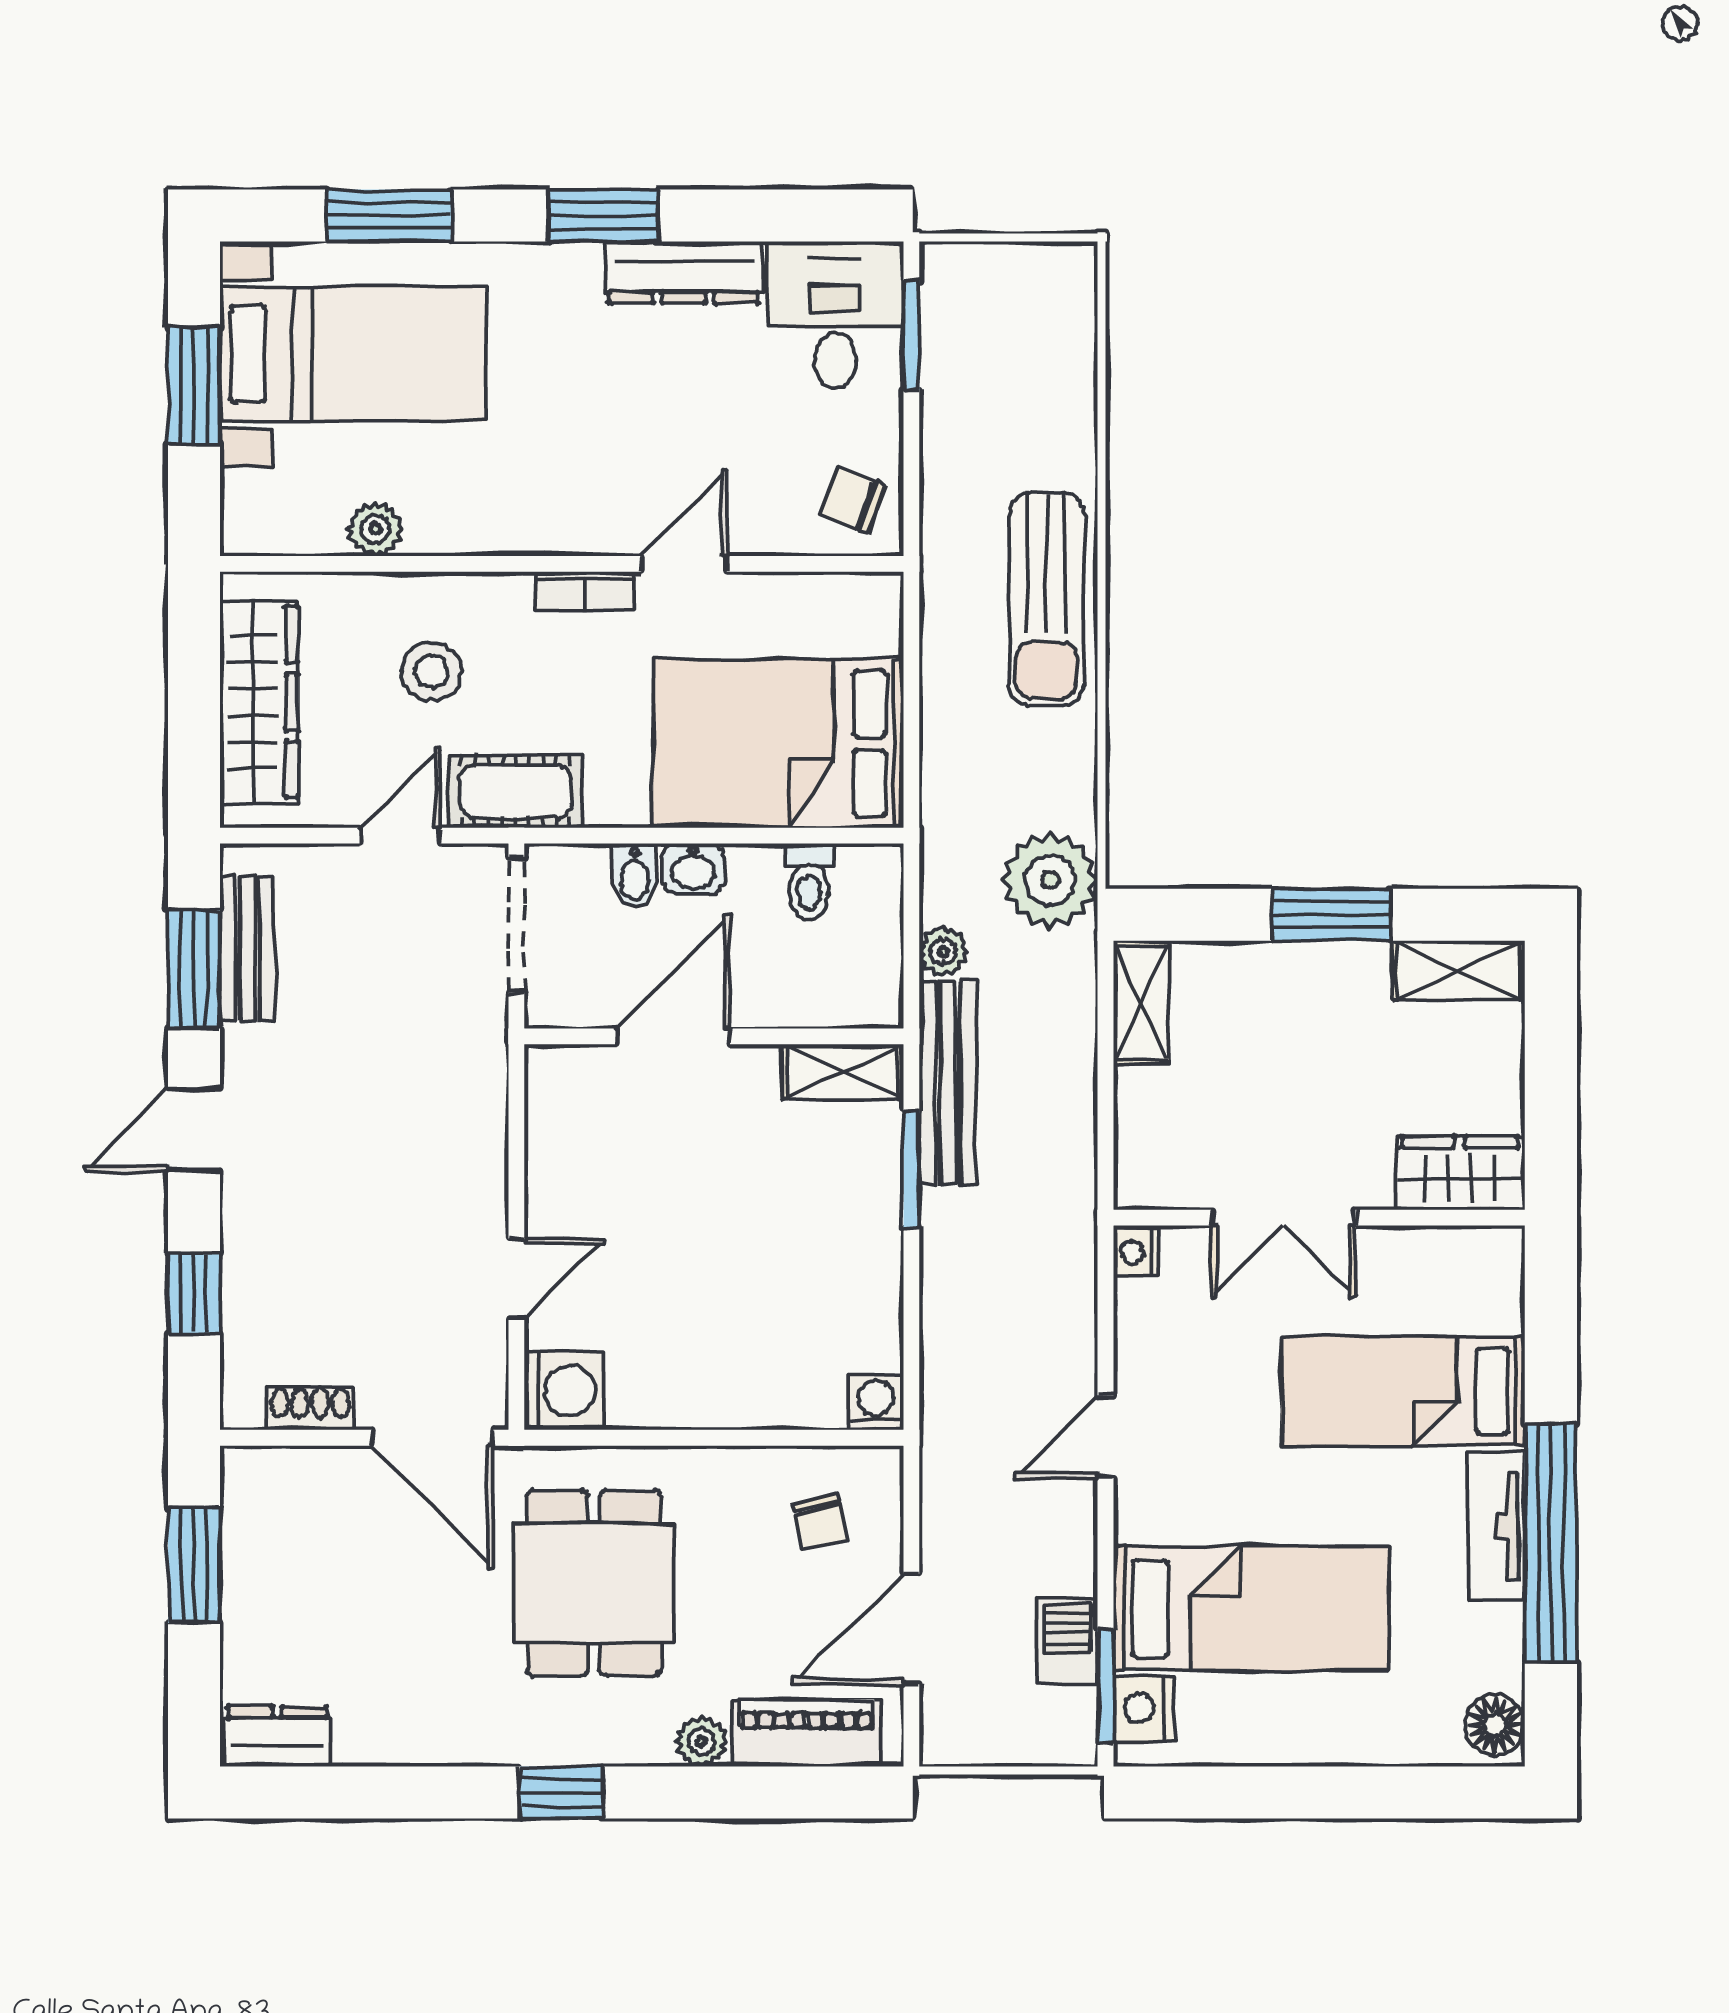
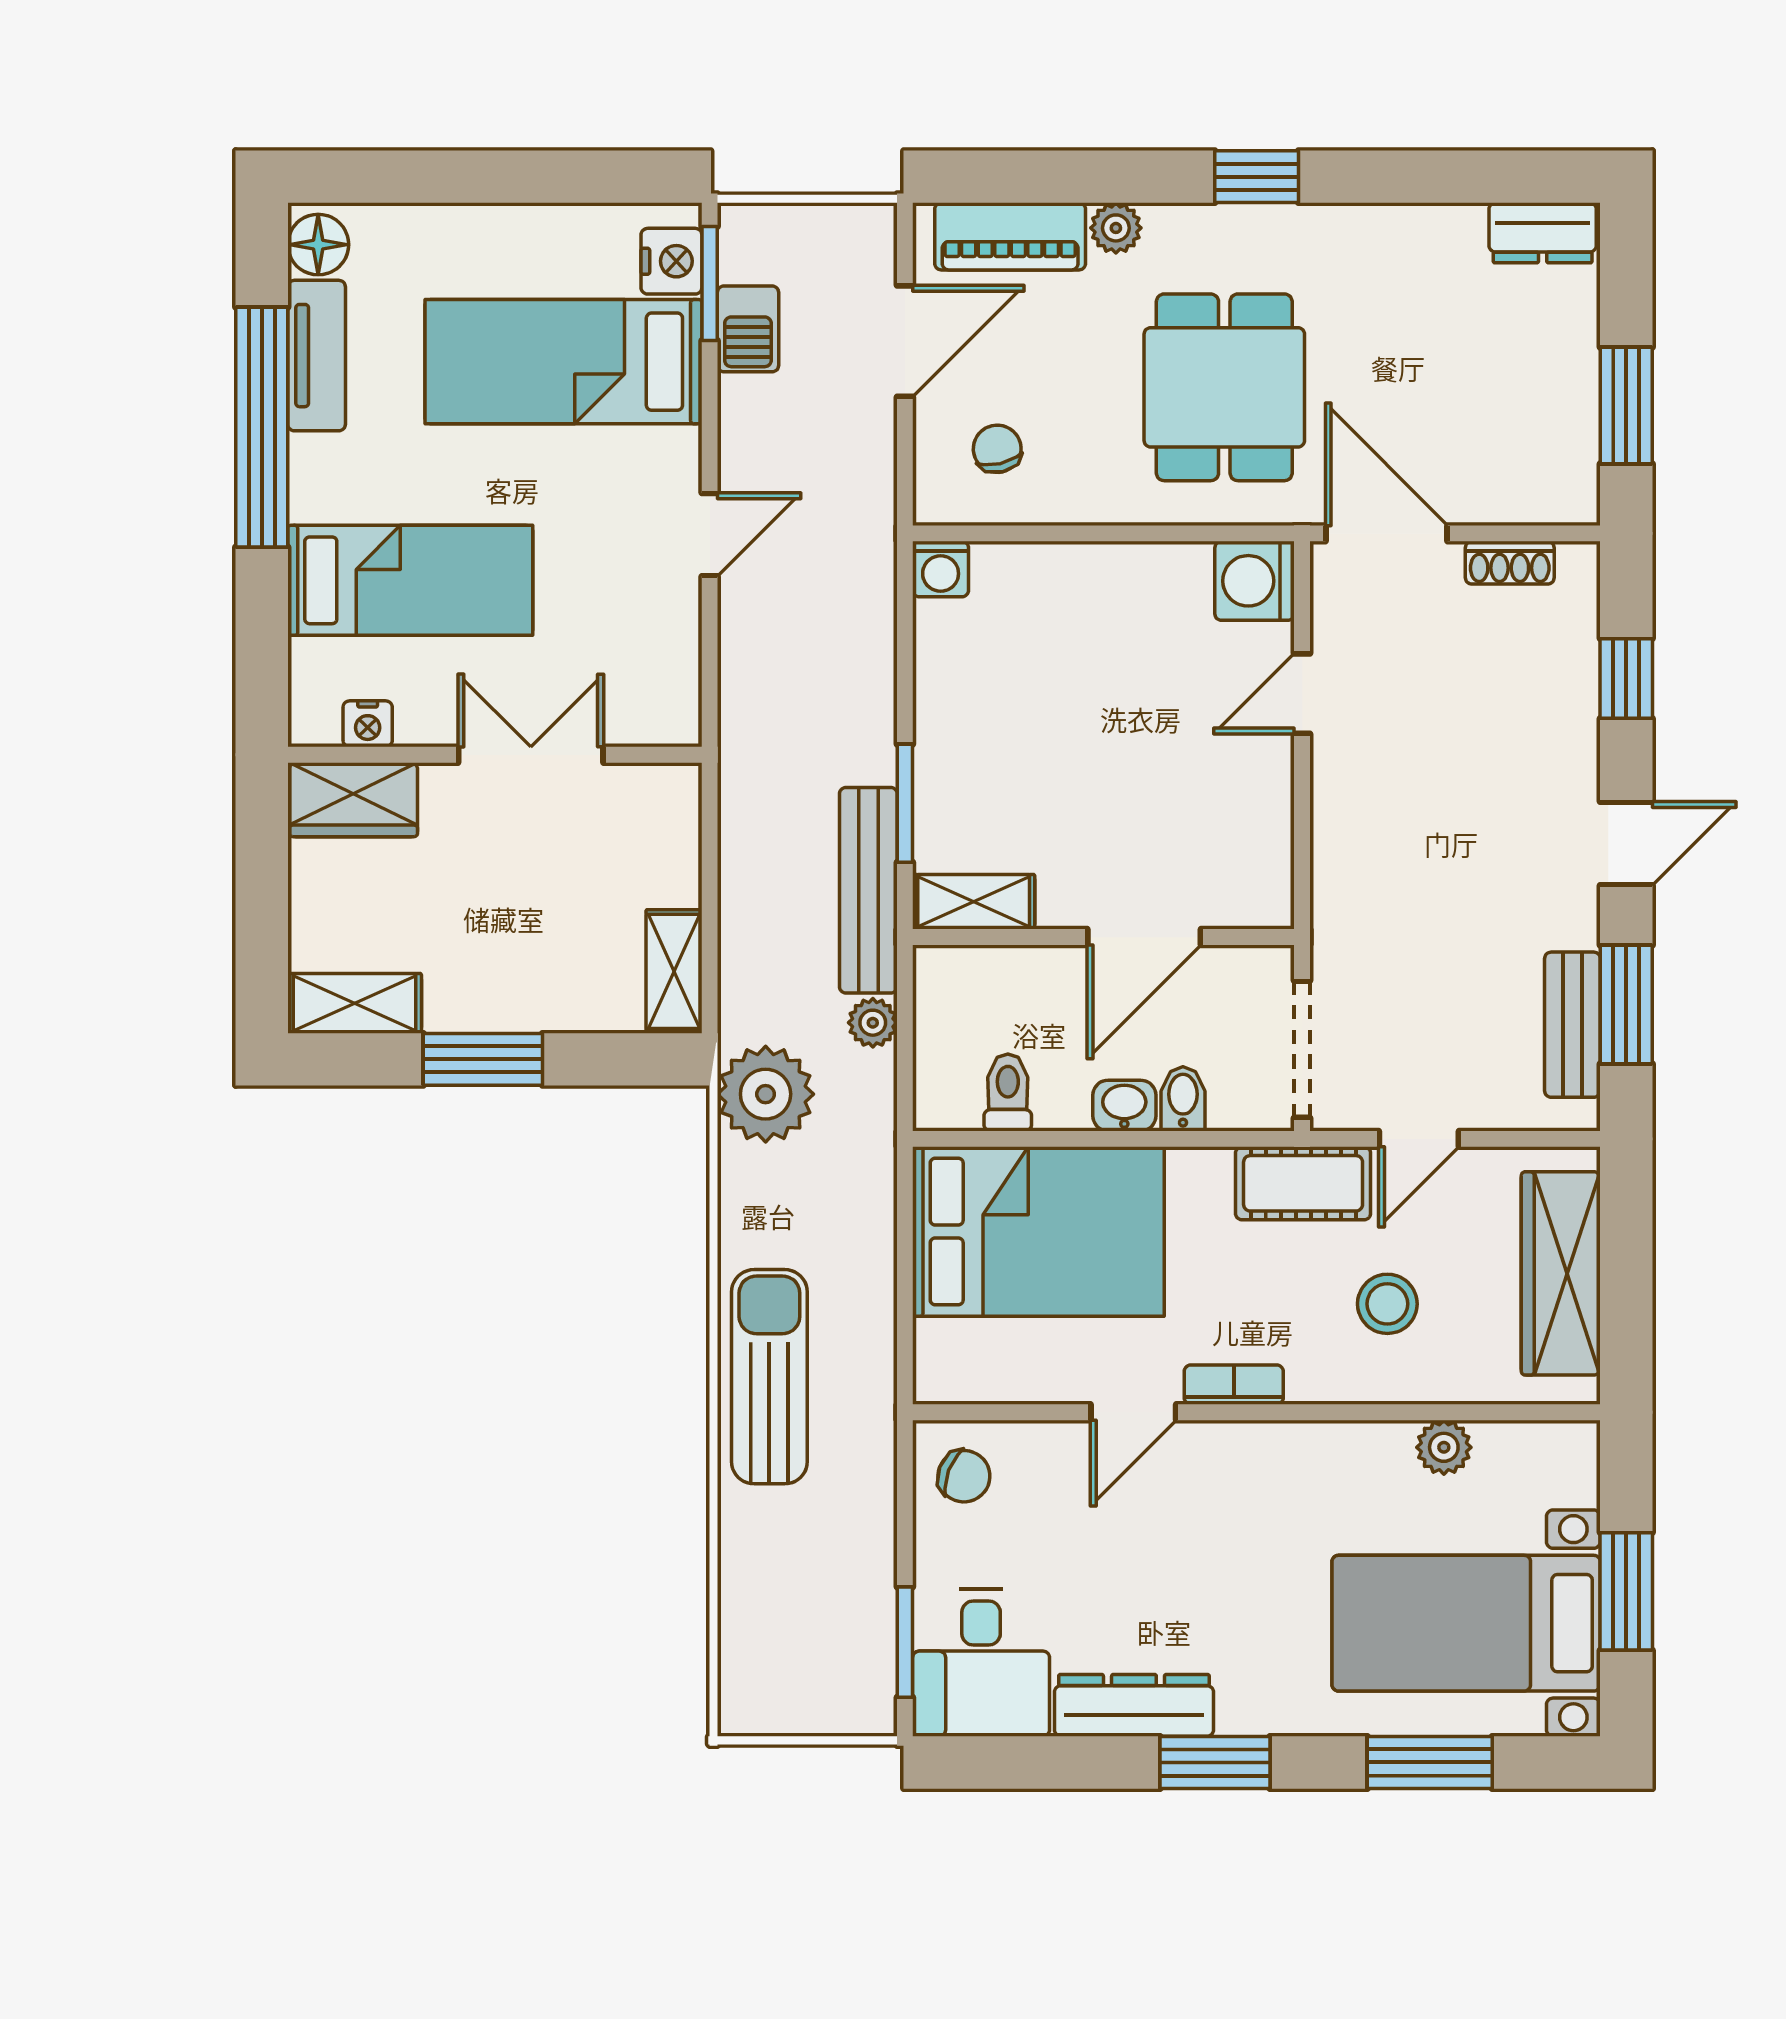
nightstand: (1136, 1252) -> (368, 724), moved, turned 90
tv unit: (1496, 1526) -> (317, 356), moved

